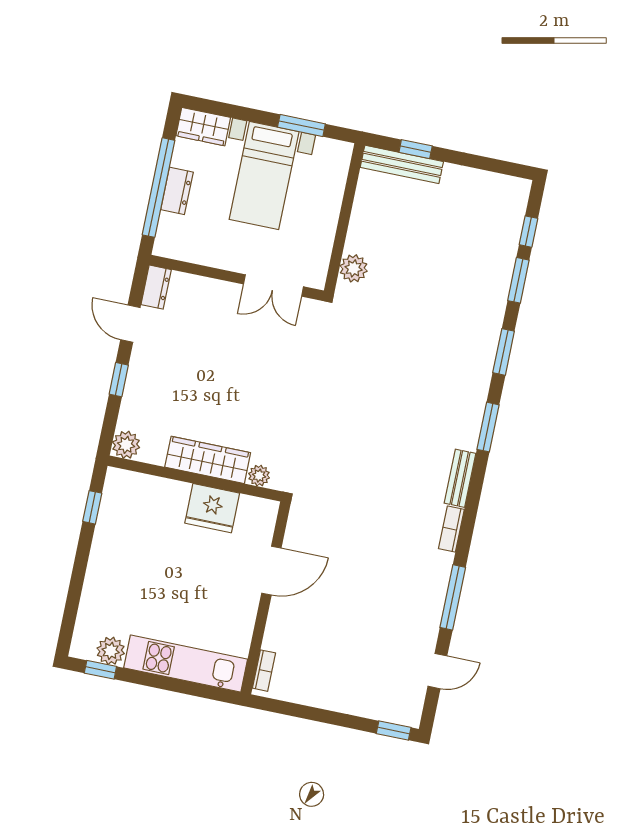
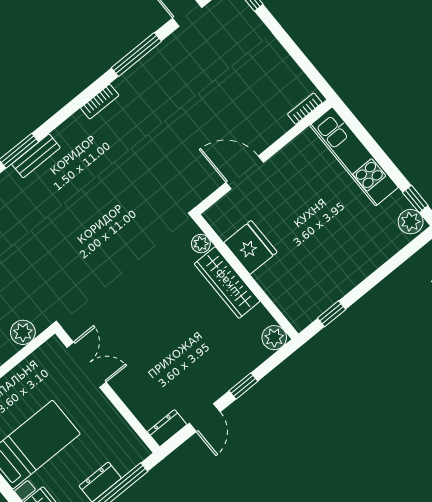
bench: (460, 478) -> (36, 156), moved
plant: (111, 651) -> (411, 222), moved

